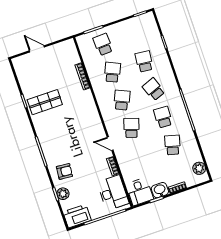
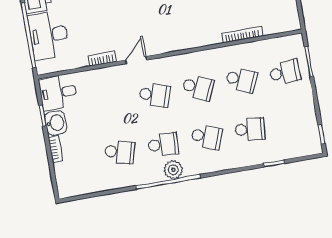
school desk: (154, 89) -> (207, 137), turned 42
plant: (199, 168) -> (173, 170), moved
desk: (113, 193) -> (49, 35), moved, turned 90

